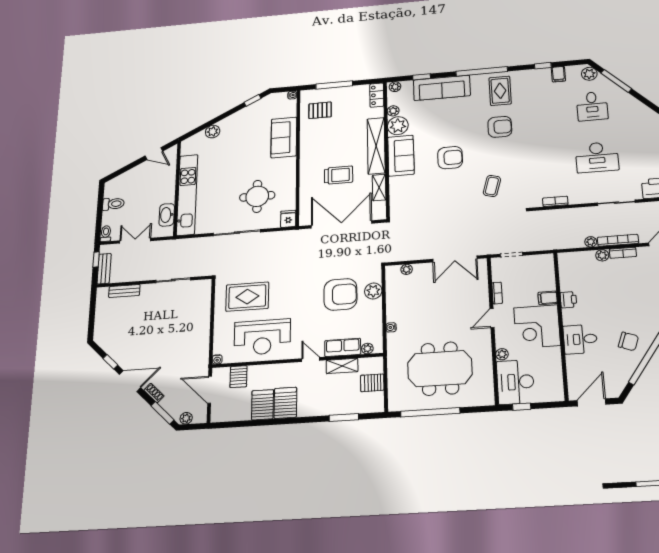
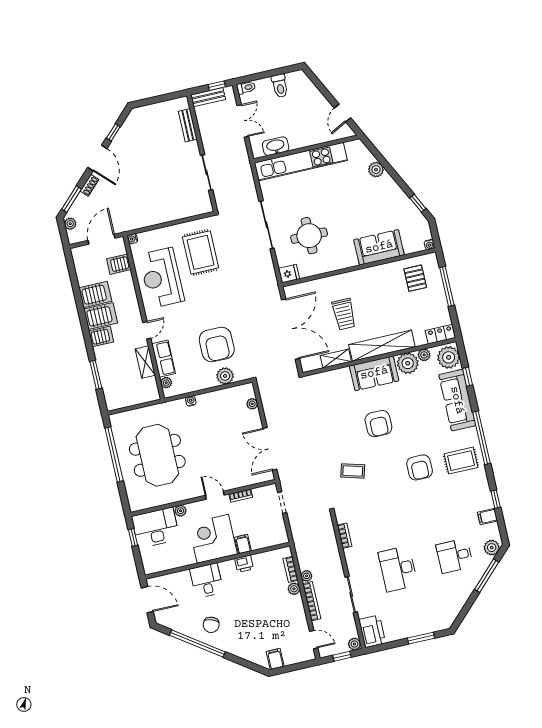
plant: (395, 87) -> (449, 357), width x1.87, depth x1.87
bookcase: (623, 253) -> (291, 569), moved
server rack: (372, 383) -> (101, 336), moved, turned 90

